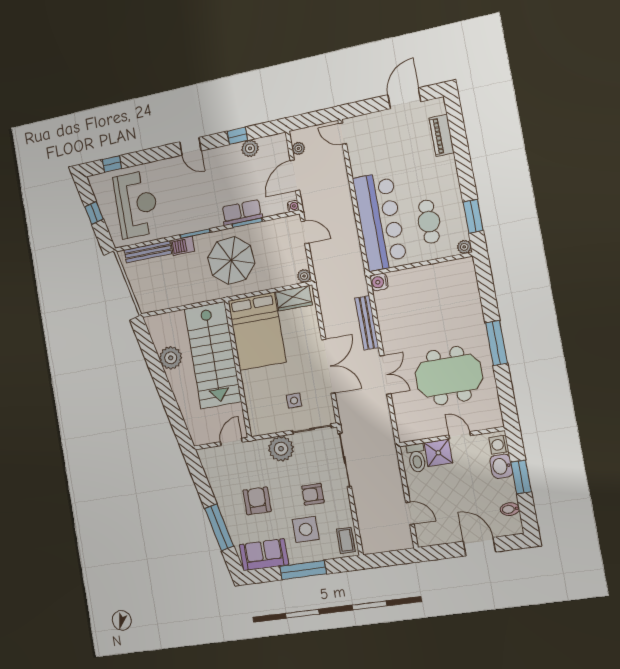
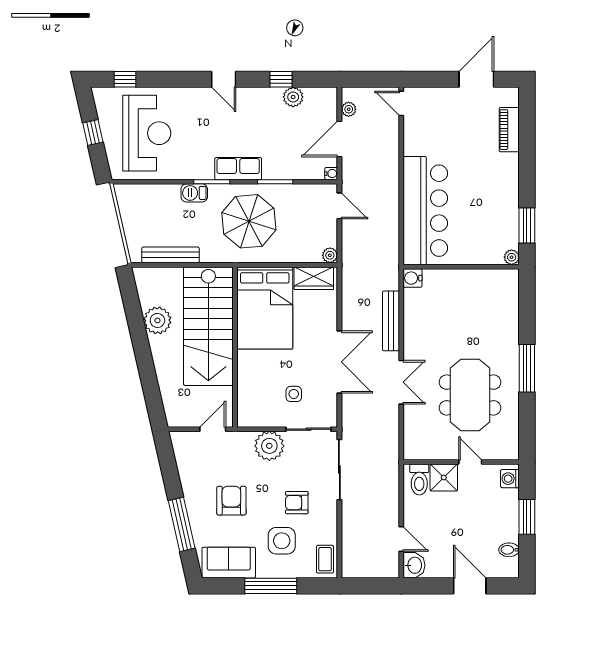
row of seats: (242, 212) -> (238, 169), moved
cafe table: (429, 222) -> (479, 222), removed
bench: (148, 252) -> (171, 255), moved
meeting table: (449, 376) -> (470, 395), turned 90
washbasin: (501, 466) -> (414, 565), moved, turned 180

